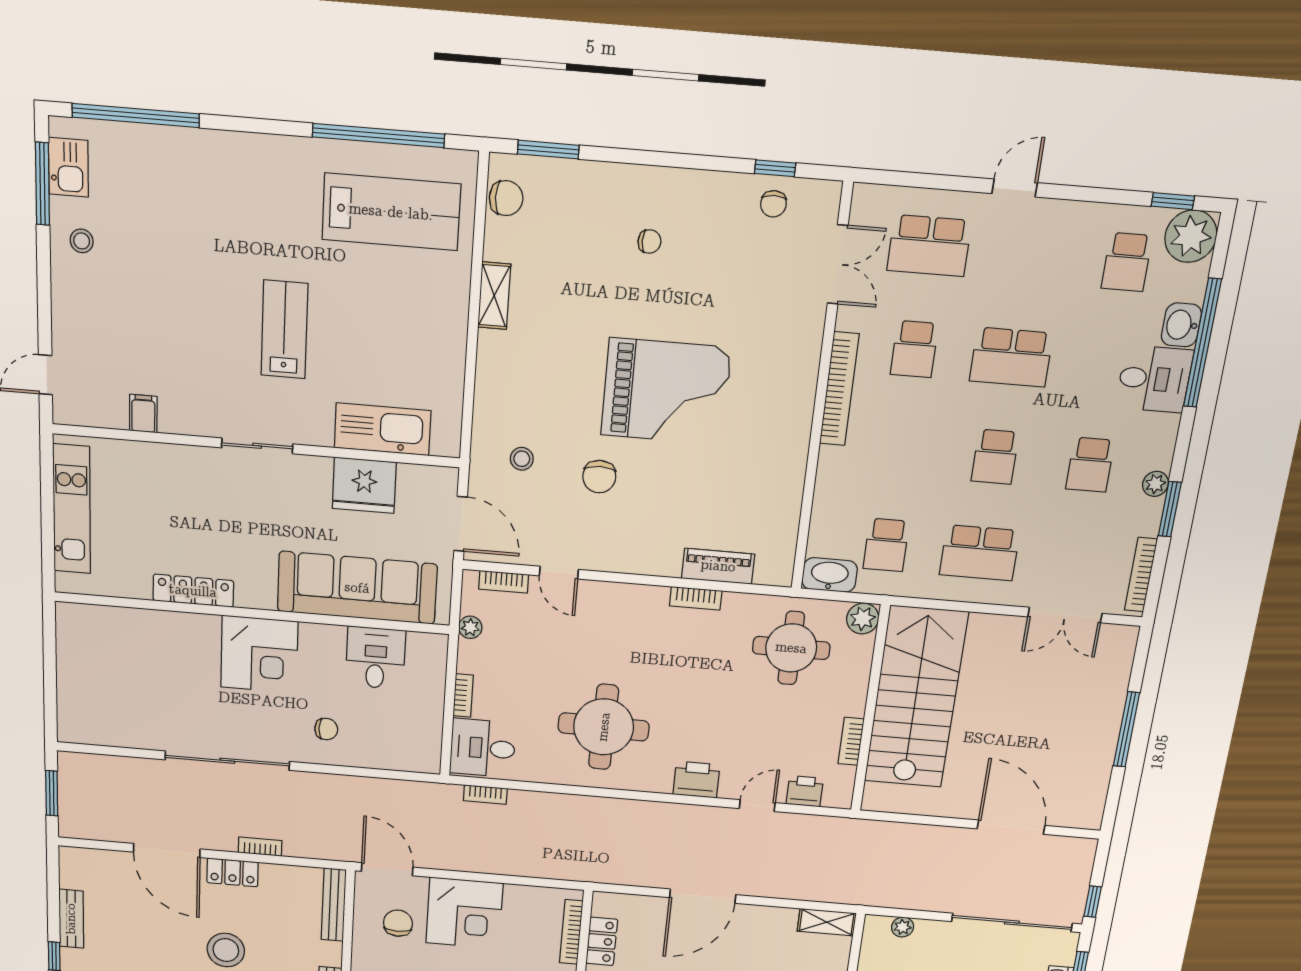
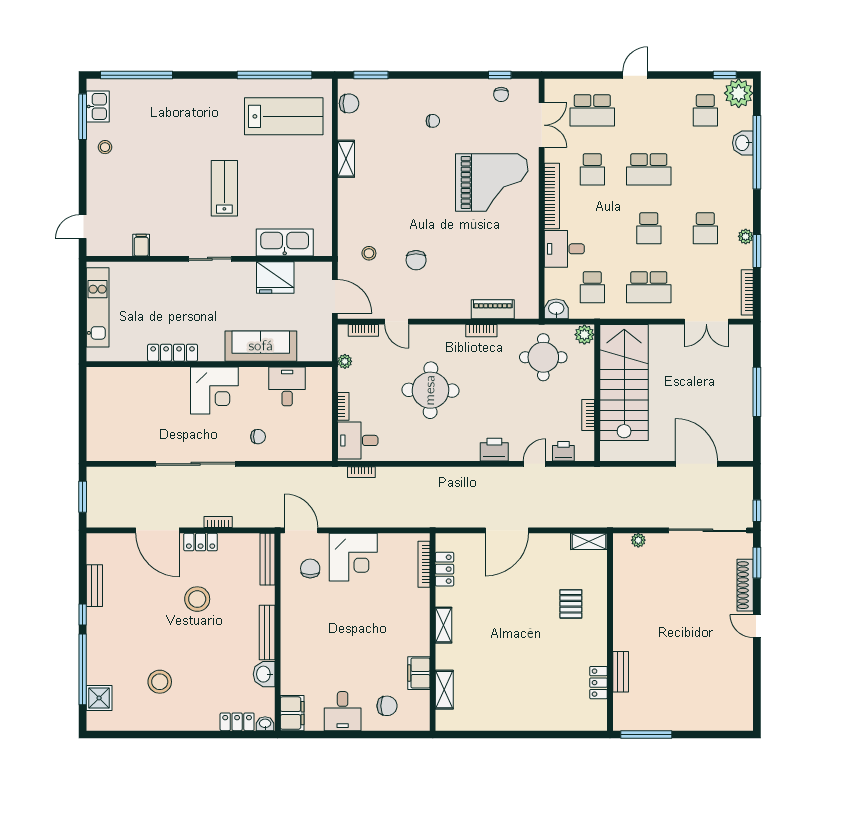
desk: (1154, 379) -> (564, 249), moved, turned 180
grand piano: (666, 391) -> (492, 183), moved
washbasin: (830, 575) -> (556, 309), width x0.72
sofa: (357, 588) -> (261, 346), width x0.74, depth x0.79
round table: (604, 727) -> (430, 390), moved

